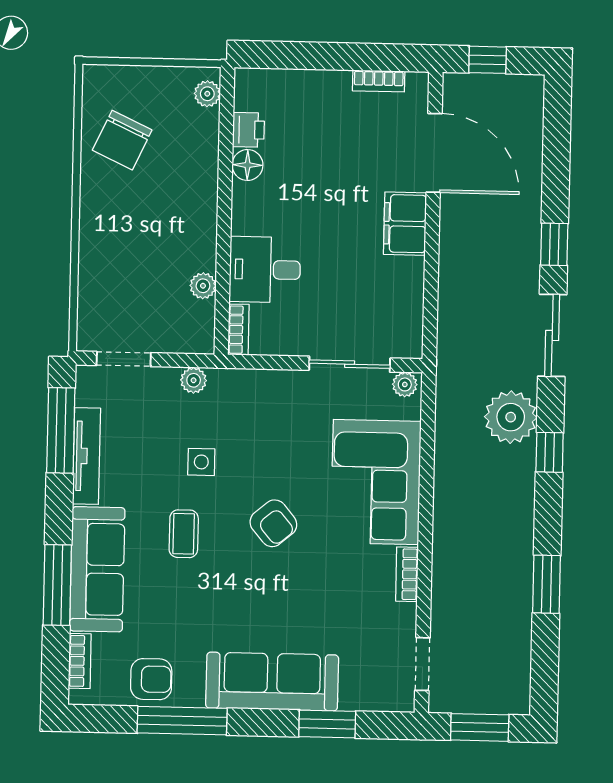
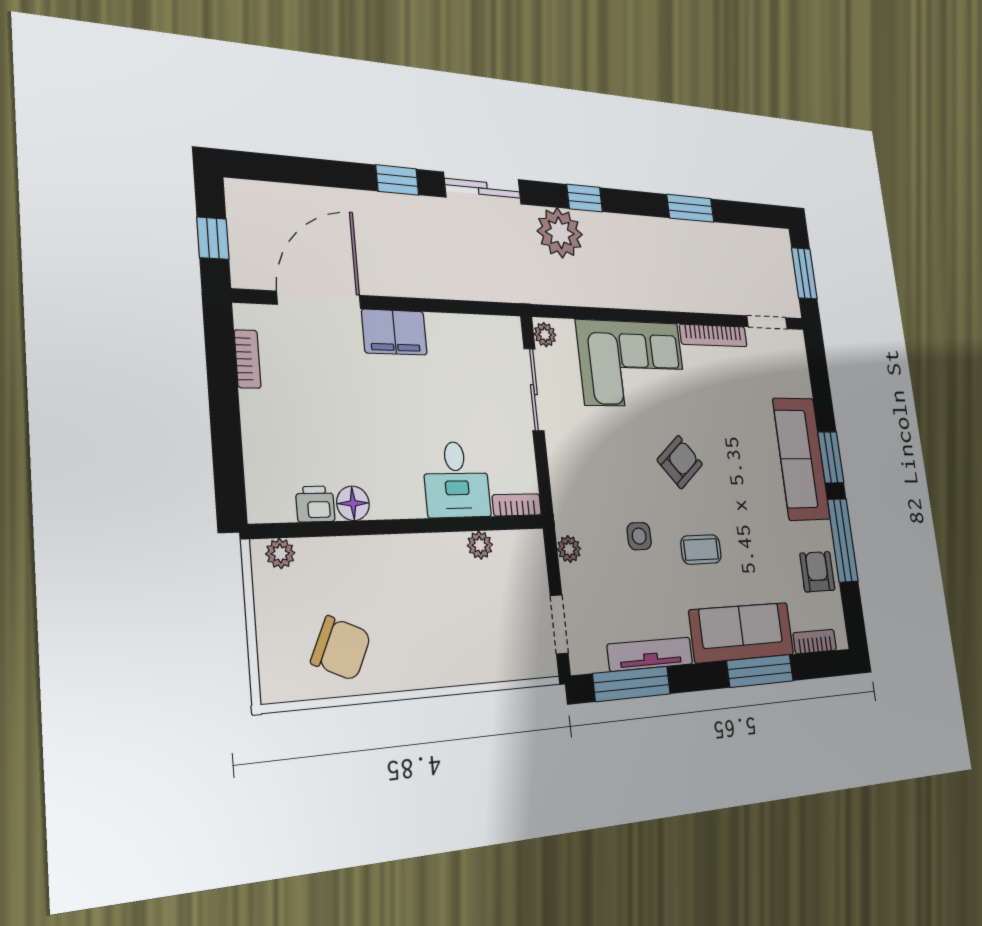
bookcase: (407, 574) -> (713, 336), width x1.56
window: (327, 724) -> (831, 457), moved

